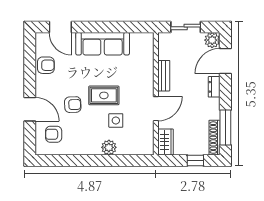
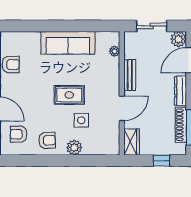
door: (60, 27) -> (25, 26), removed
plant: (149, 52) -> (114, 51), added
dresser: (214, 87) -> (180, 91), width x1.44
armchair: (73, 105) -> (47, 140), moved
shoe rack: (215, 138) -> (181, 125), moved

